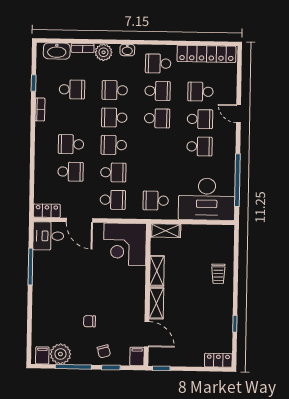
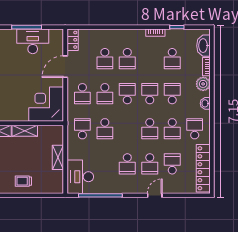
school desk: (71, 144) -> (127, 59), turned 180
school desk: (156, 173) -> (105, 129), added
desk: (207, 199) -> (80, 177), width x0.73, depth x0.77
shelving: (166, 231) -> (58, 157), moved
desk: (48, 236) -> (33, 41), moved, width x1.37

